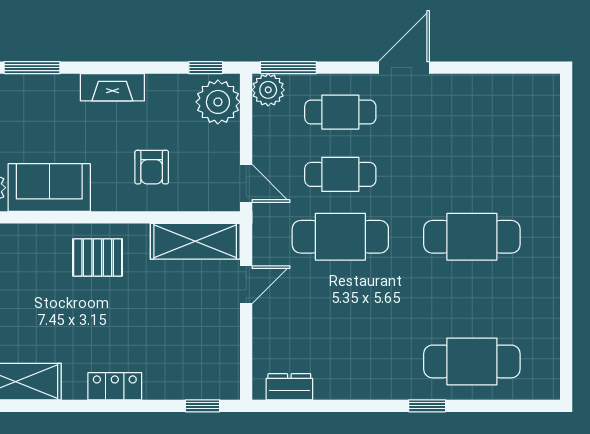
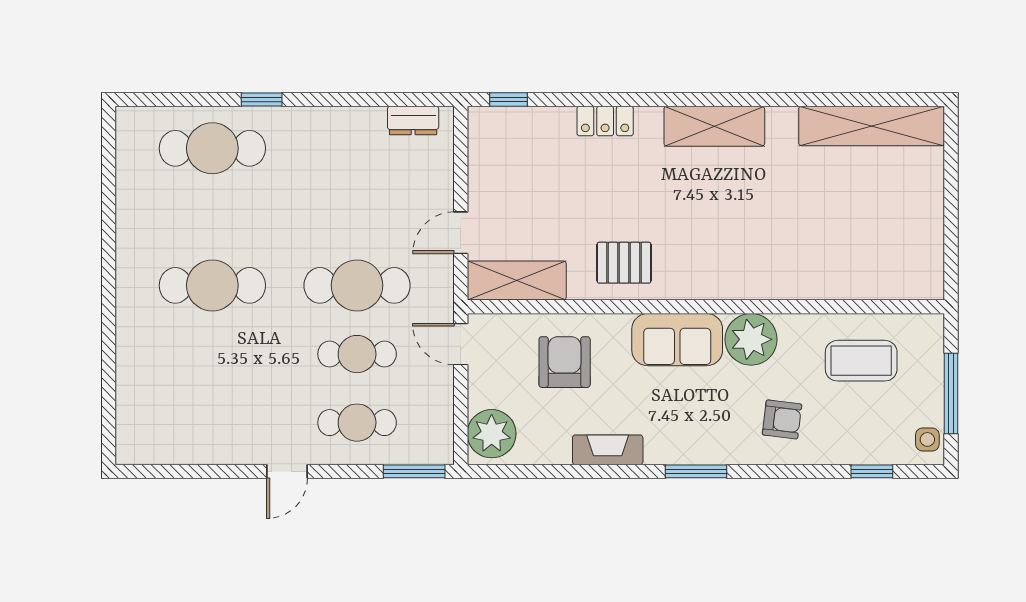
window: (206, 68) -> (505, 471), removed
door: (404, 68) -> (287, 471), width x0.73
plant: (268, 90) -> (436, 447), removed
armchair: (152, 167) -> (565, 362), width x1.38, depth x1.38

